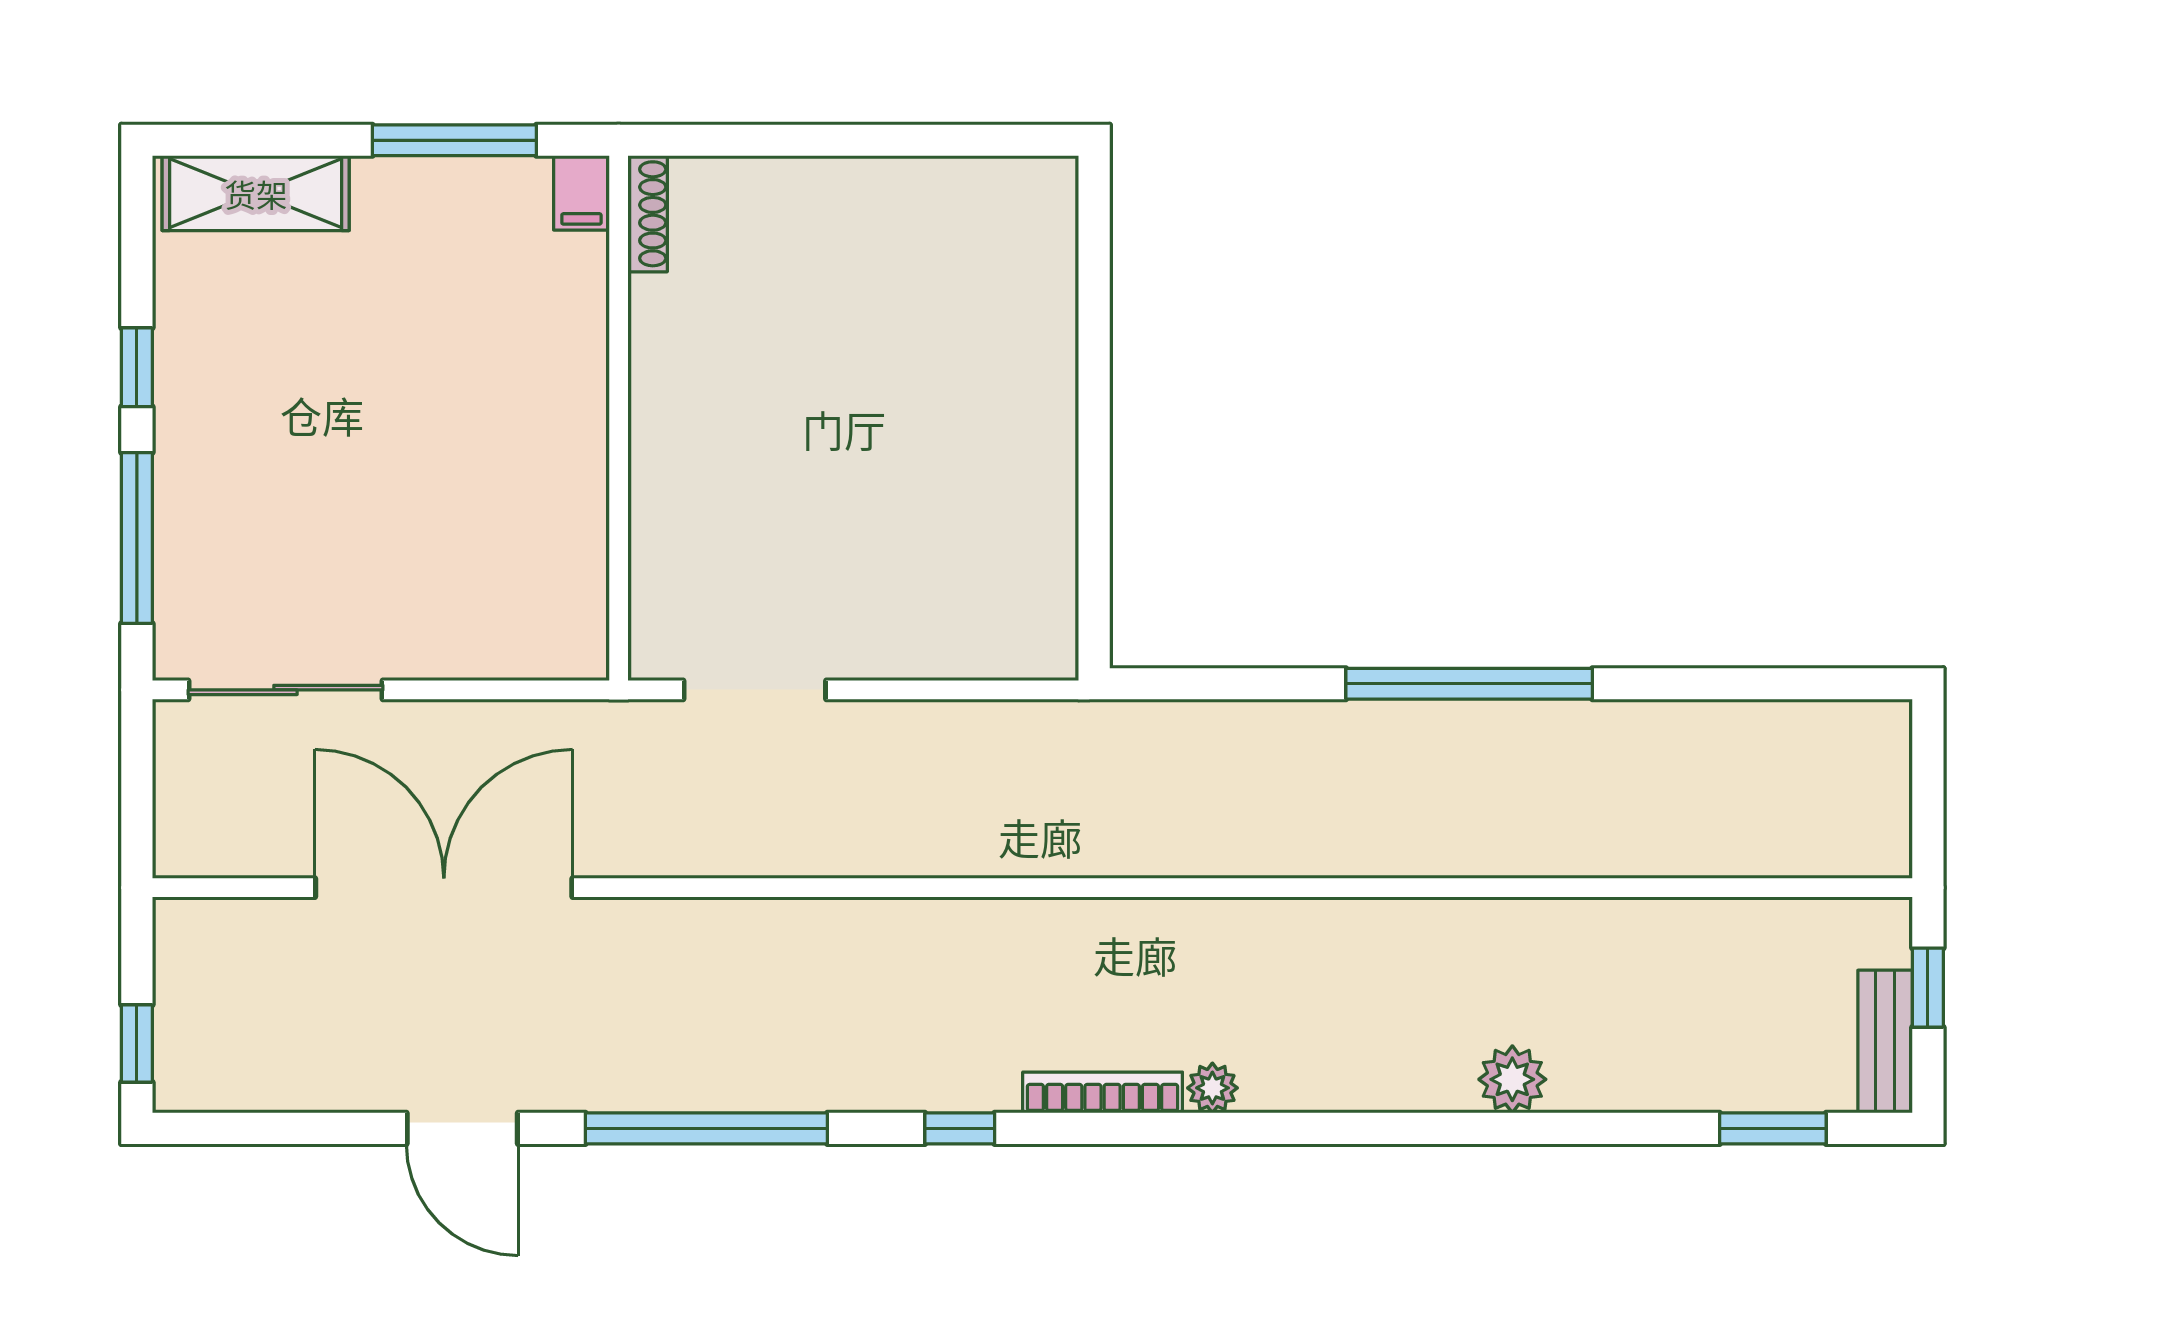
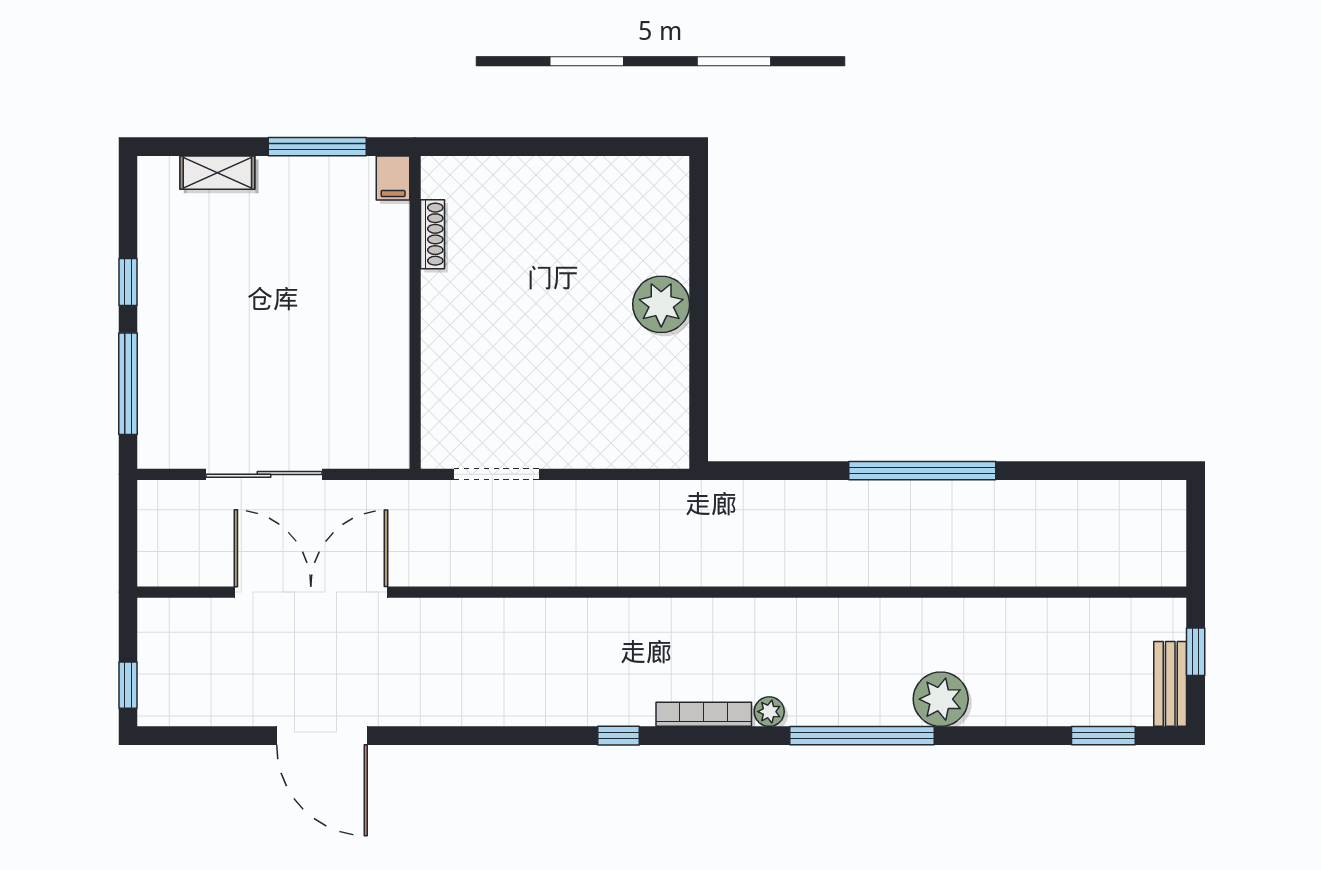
shelving: (256, 193) -> (217, 173), width x0.67, depth x0.75
shoe rack: (648, 214) -> (432, 234), moved
plant: (1031, 405) -> (661, 304), added
sliding door: (285, 690) -> (264, 474), moved
plant: (1512, 1079) -> (941, 699), width x1.36, depth x1.36
door: (462, 1128) -> (322, 736), width x1.36
window: (706, 1128) -> (862, 736), moved

